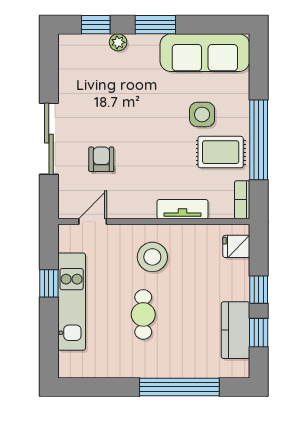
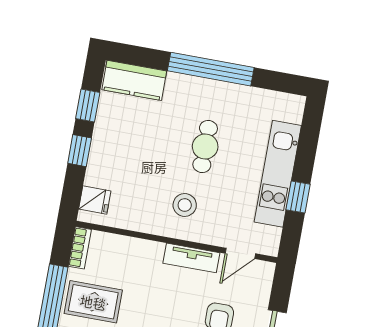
tv unit: (182, 209) -> (191, 258), moved
stool: (152, 257) -> (185, 205), width x0.73, depth x0.73
kitchen counter: (236, 330) -> (134, 80), moved, turned 90
window: (179, 387) -> (211, 69), moved

